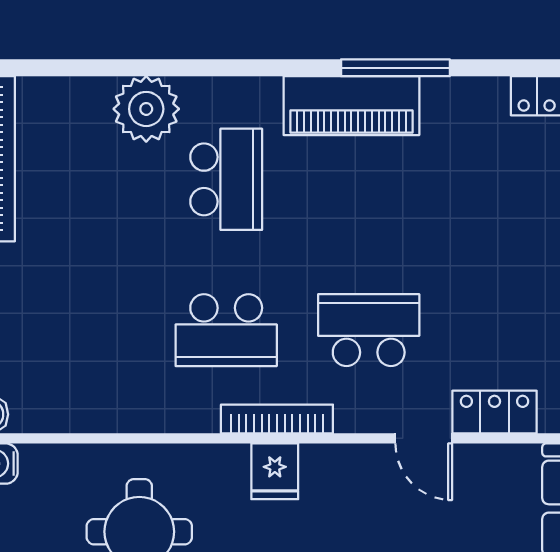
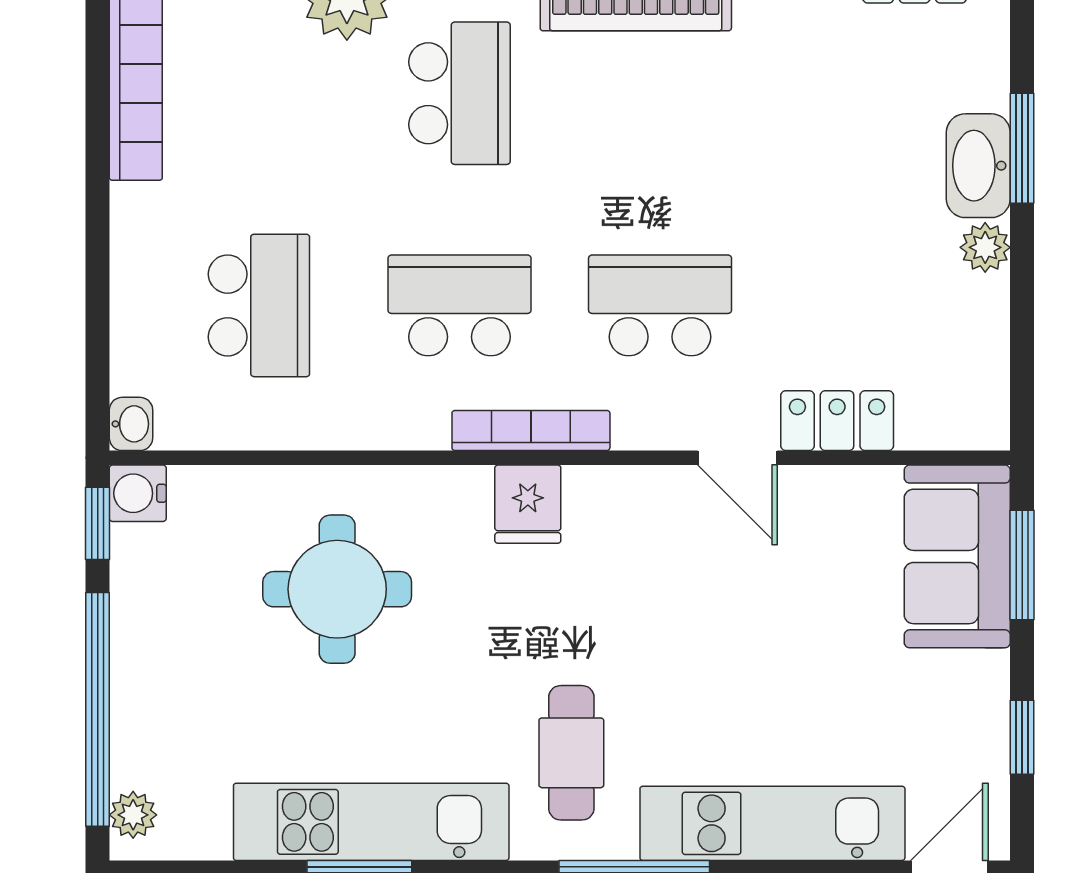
school desk: (84, 330) -> (259, 305), added
school desk: (226, 330) -> (460, 305), turned 180

